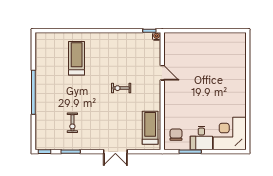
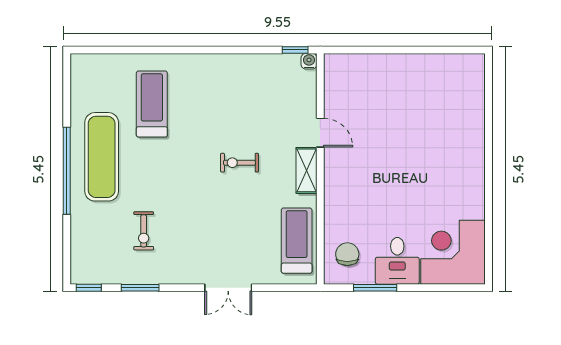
exercise mat: (51, 85) -> (102, 157), added
shelving: (155, 92) -> (306, 170), added

